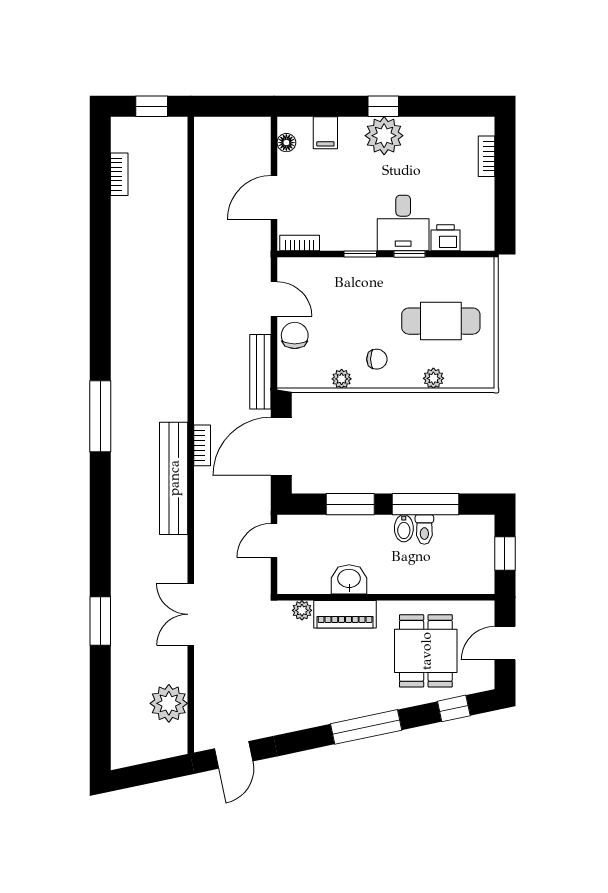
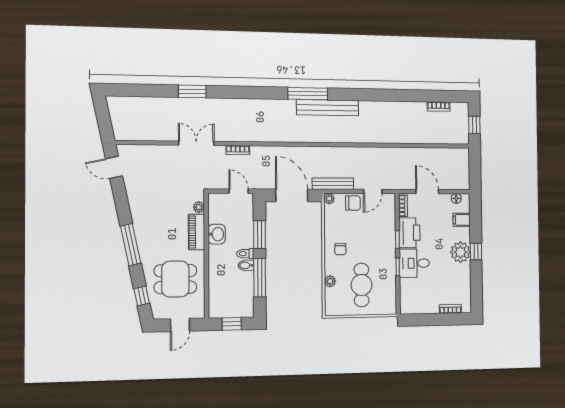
printer: (445, 238) -> (409, 233), moved, width x1.87, depth x1.48
plant: (342, 379) -> (329, 199), moved
bookcase: (202, 445) -> (238, 150), moved
bench: (174, 478) -> (328, 108), moved
toilet: (424, 529) -> (245, 254), moved
door: (505, 643) -> (180, 325), swing flipped
plant: (169, 703) -> (144, 130), removed

